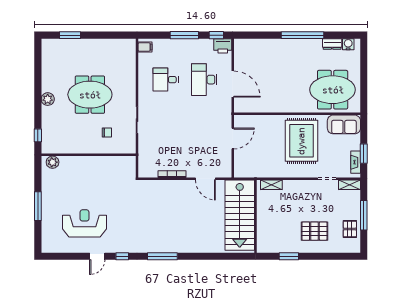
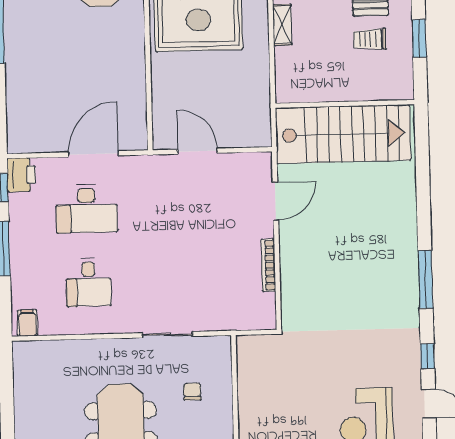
shelving: (271, 185) -> (282, 25), moved
trolley: (289, 230) -> (370, 39), added

